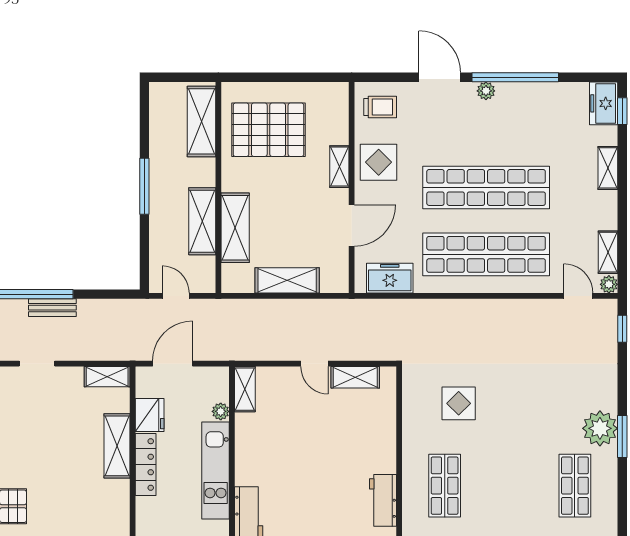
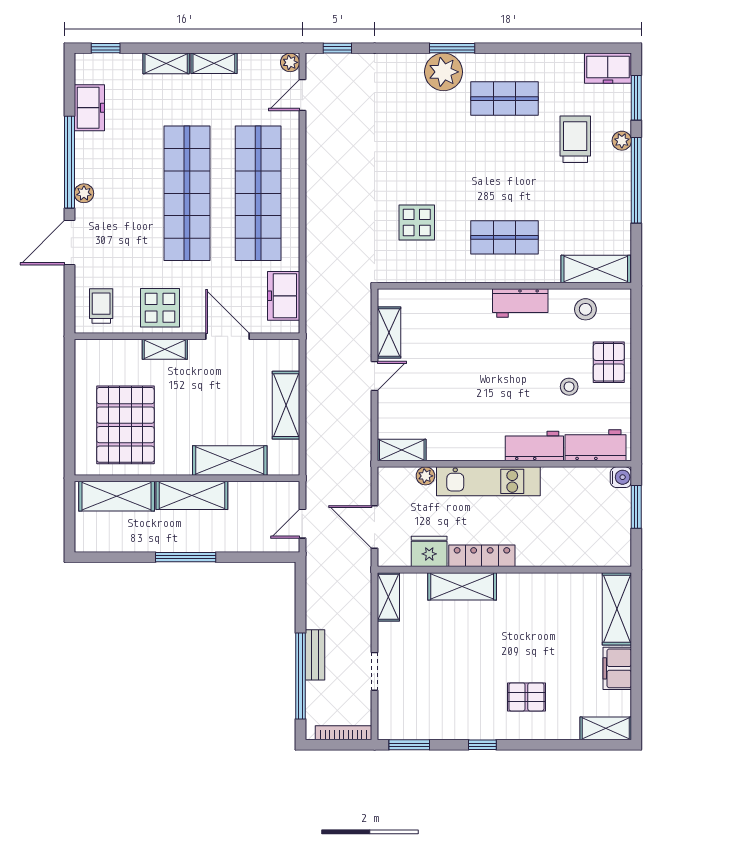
freezer: (604, 103) -> (89, 108), moved, turned -90
shelving: (202, 221) -> (192, 495), moved
shelving: (608, 252) -> (214, 63), moved

